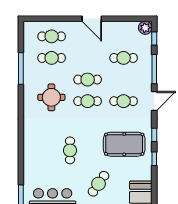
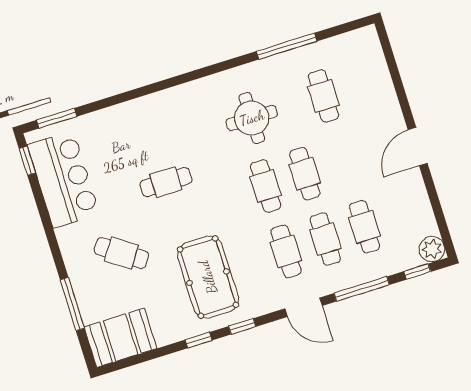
cafe table: (52, 36) -> (325, 239), moved

